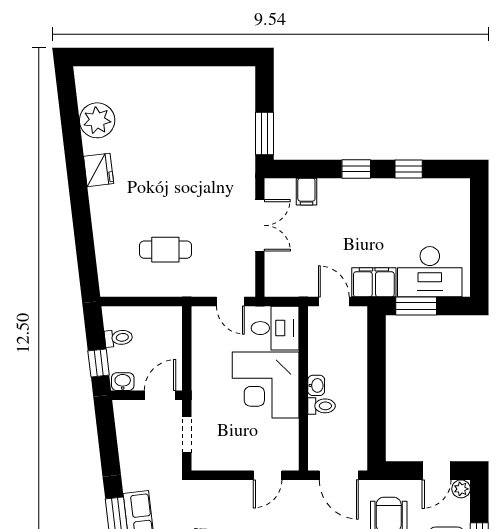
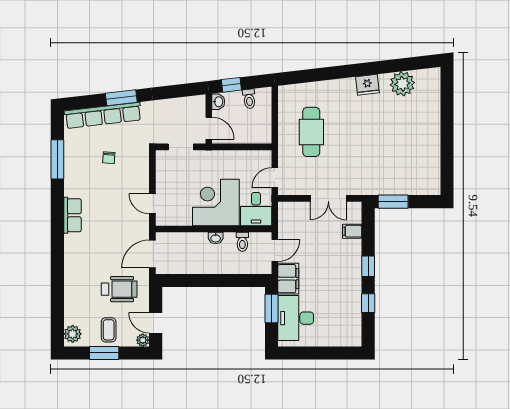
cafe table: (165, 250) -> (311, 132), width x1.37, depth x1.35
toilet: (322, 406) -> (242, 242), moved

